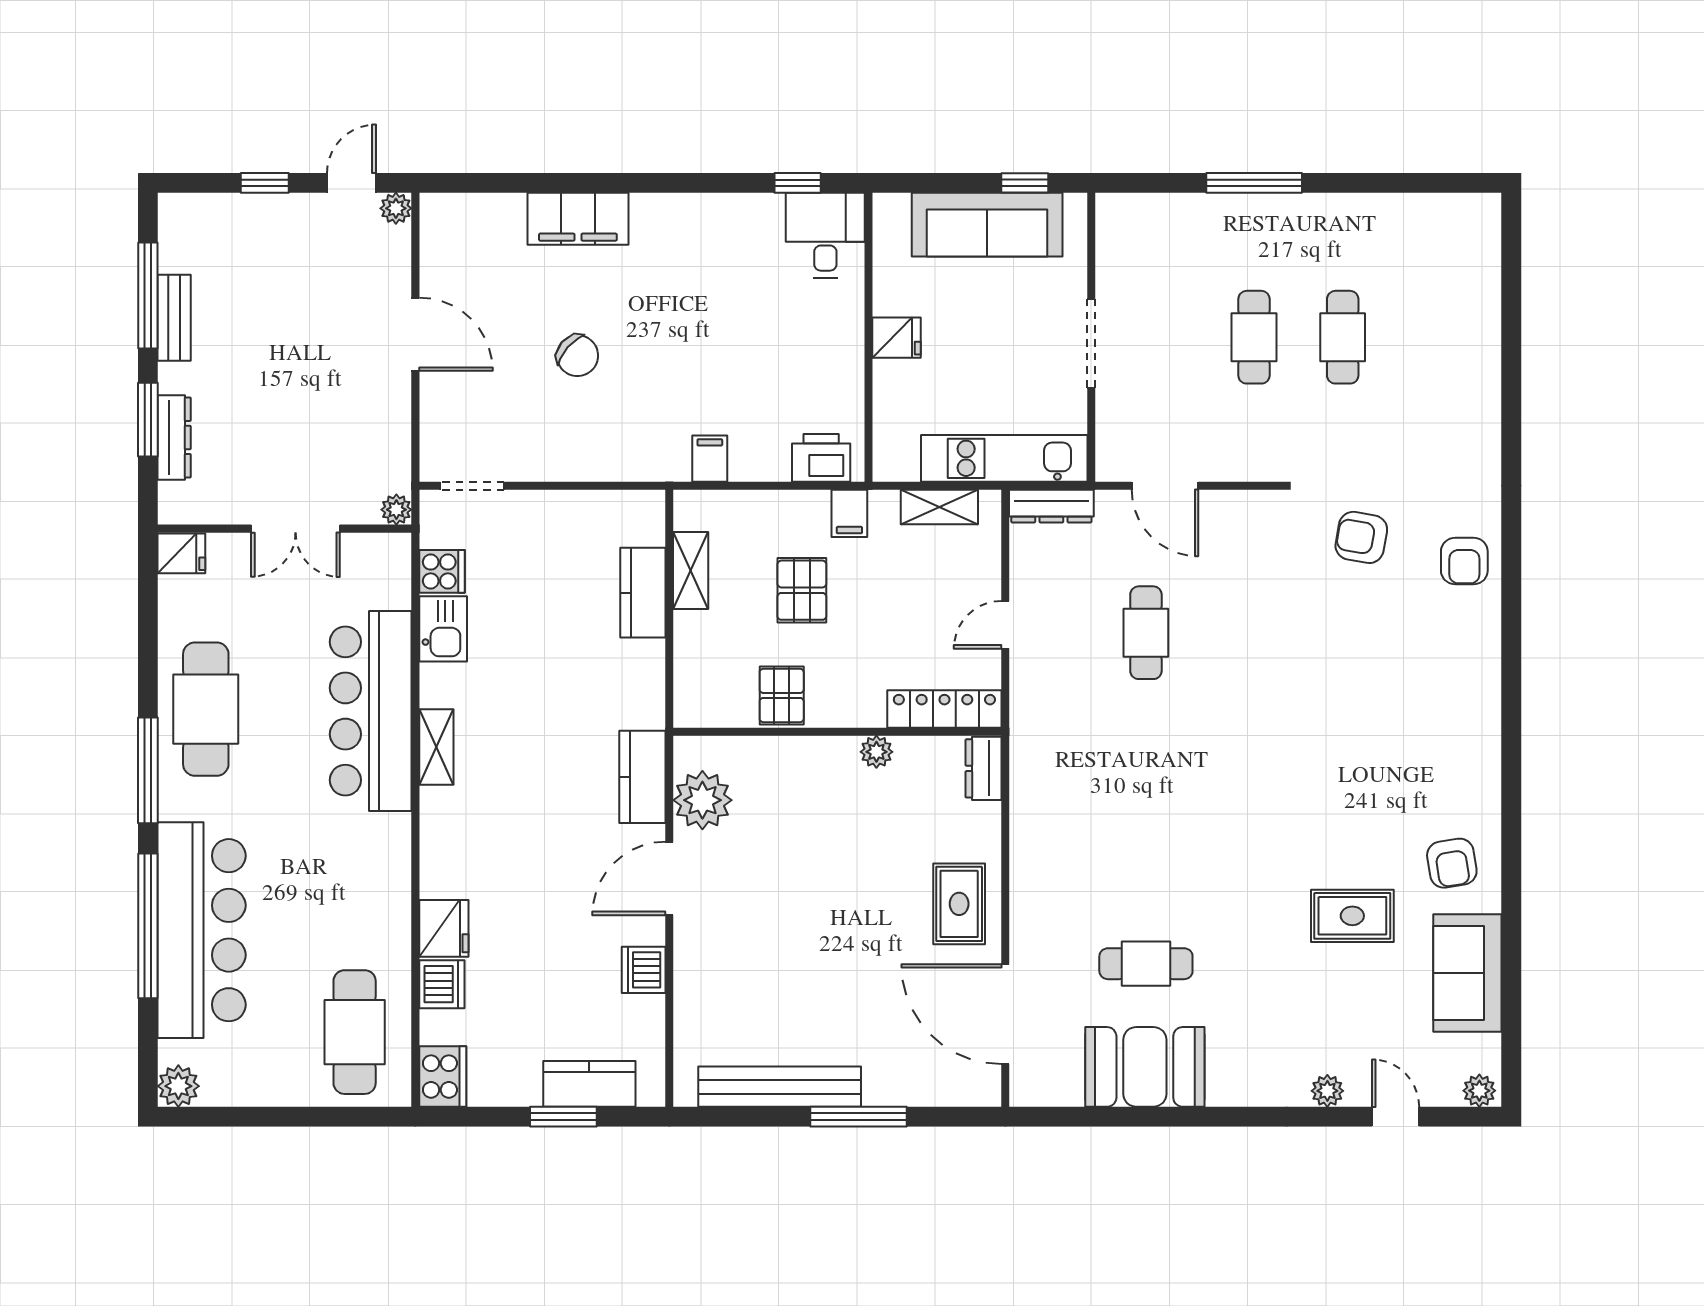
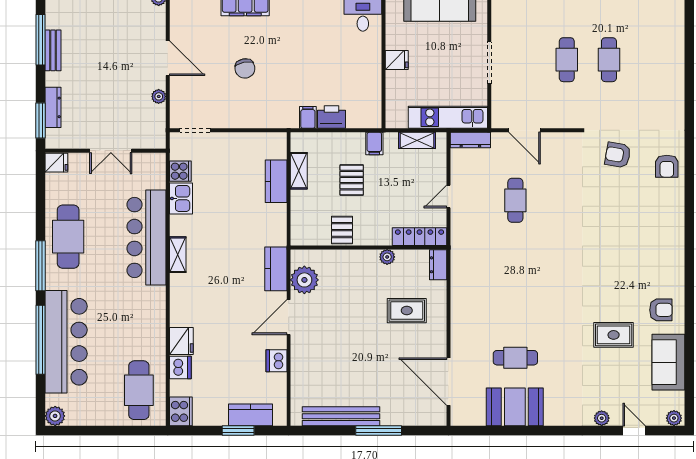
chair: (577, 356) -> (245, 68), turned 38
window: (148, 420) -> (41, 121), moved
printer: (821, 458) -> (331, 117), moved
plant: (396, 510) -> (159, 96), moved
armchair: (1452, 863) -> (661, 310), turned -81
rug: (959, 904) -> (407, 311), moved, turned 90

